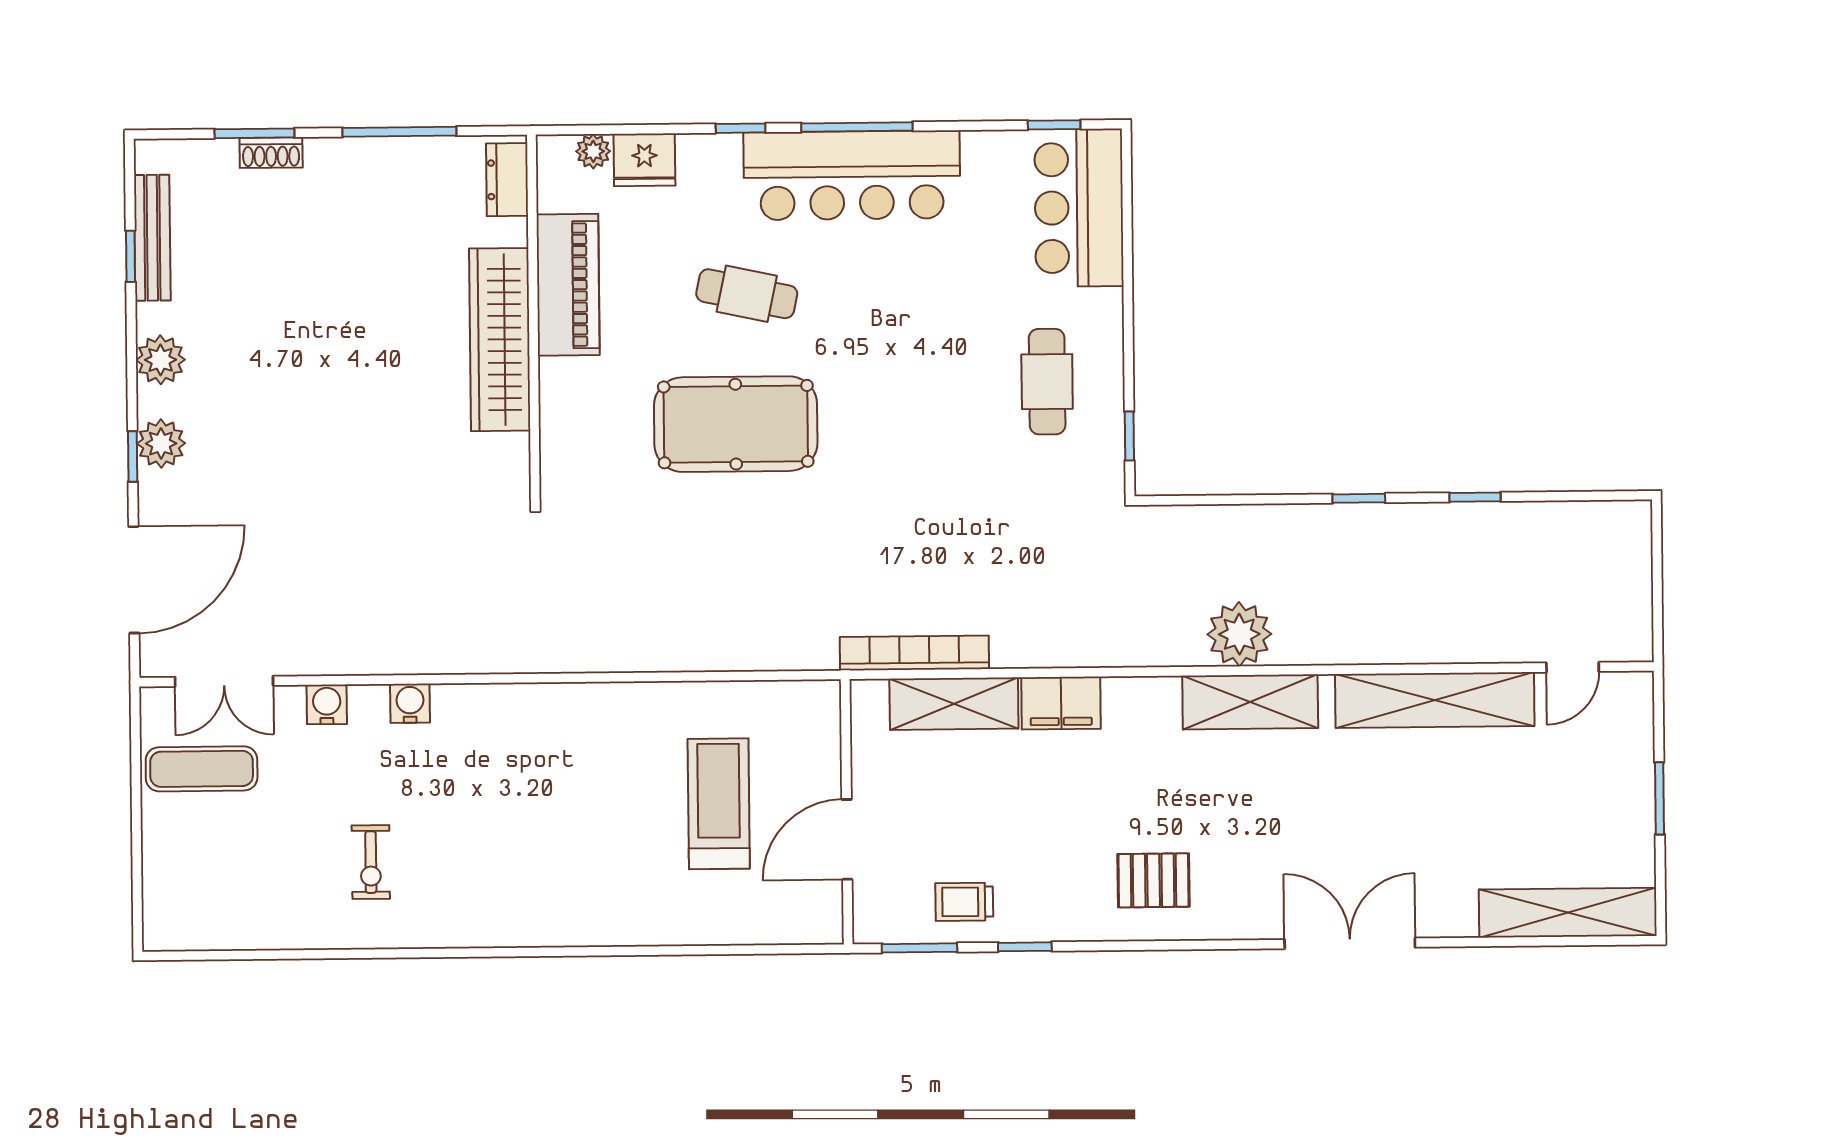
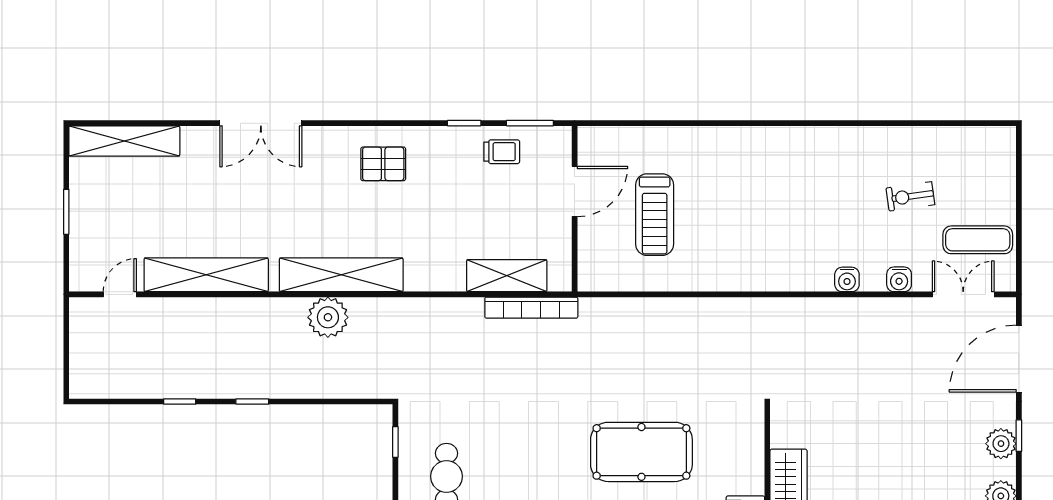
shelving: (1250, 702) -> (341, 275), width x1.47
filing cabinet: (1061, 703) -> (440, 275), removed
exercise bike: (371, 862) -> (910, 196), moved, turned -98

